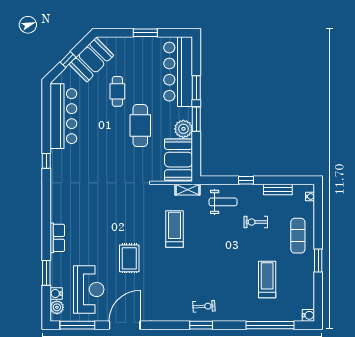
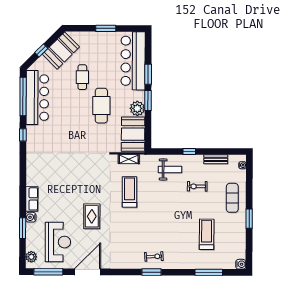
window: (46, 115) -> (23, 96), added
shelving: (187, 190) -> (129, 159), moved
water cooler: (56, 293) -> (31, 217), moved
window: (270, 325) -> (209, 272), width x0.68

